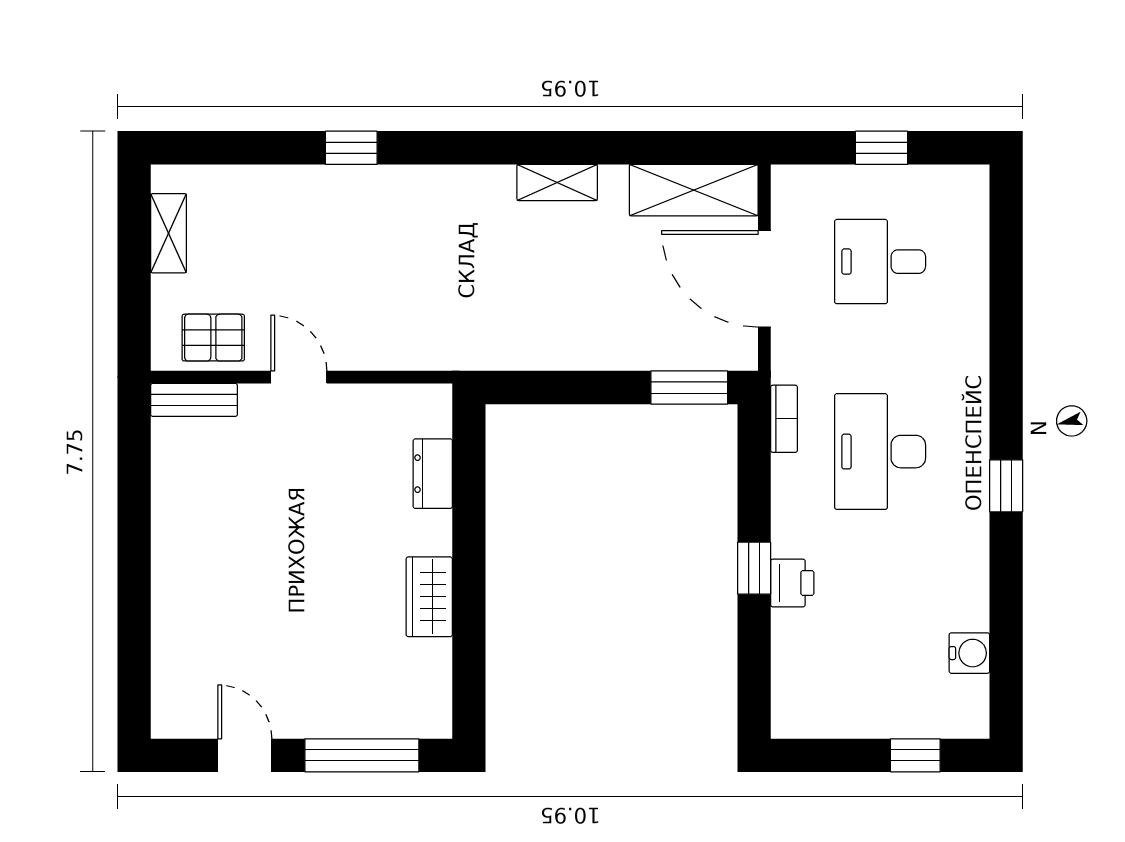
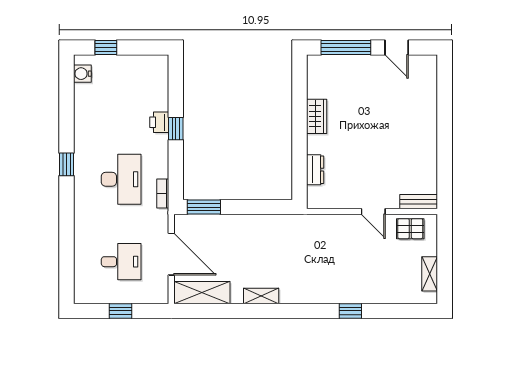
water cooler: (969, 653) -> (82, 74), moved

